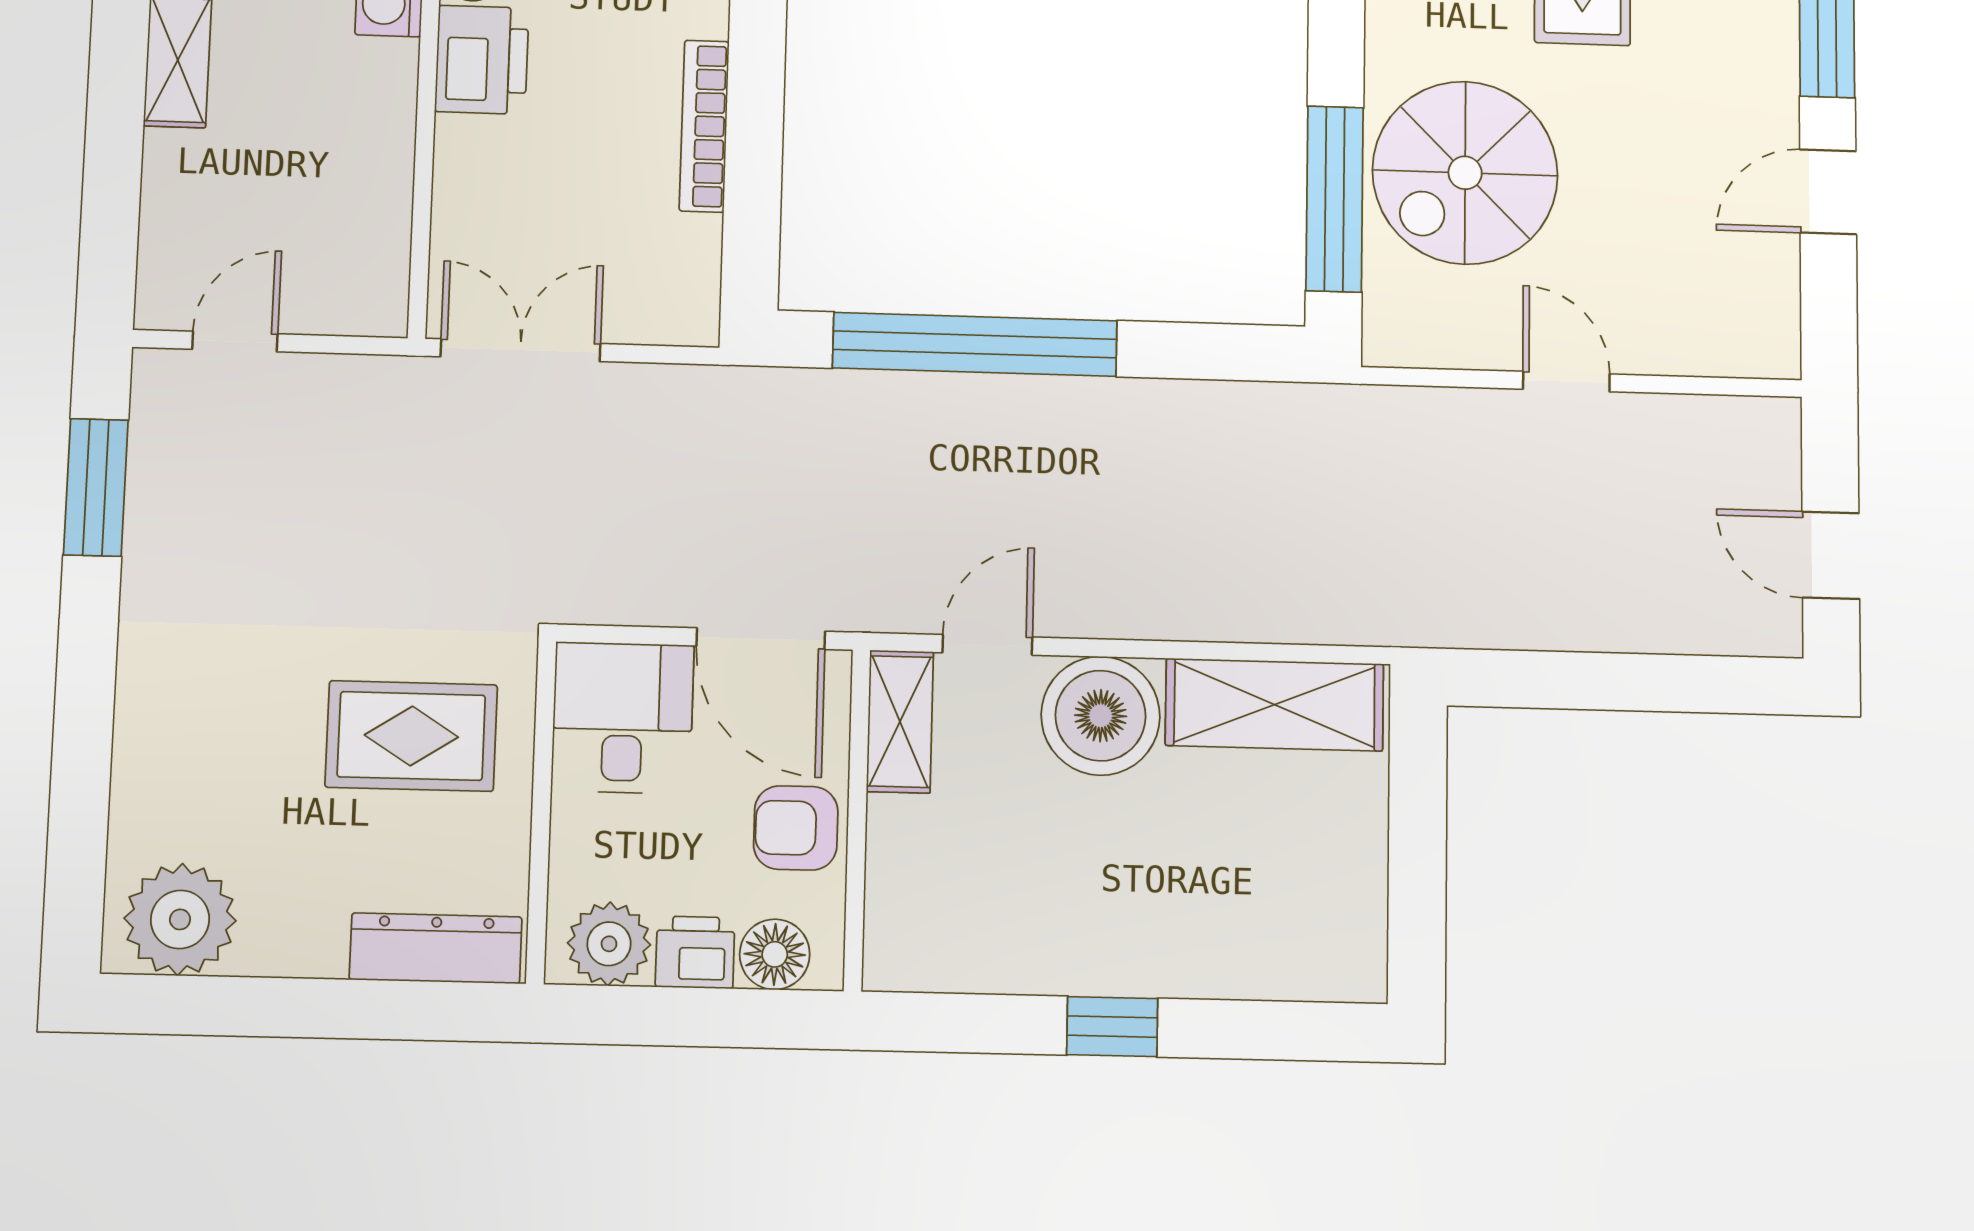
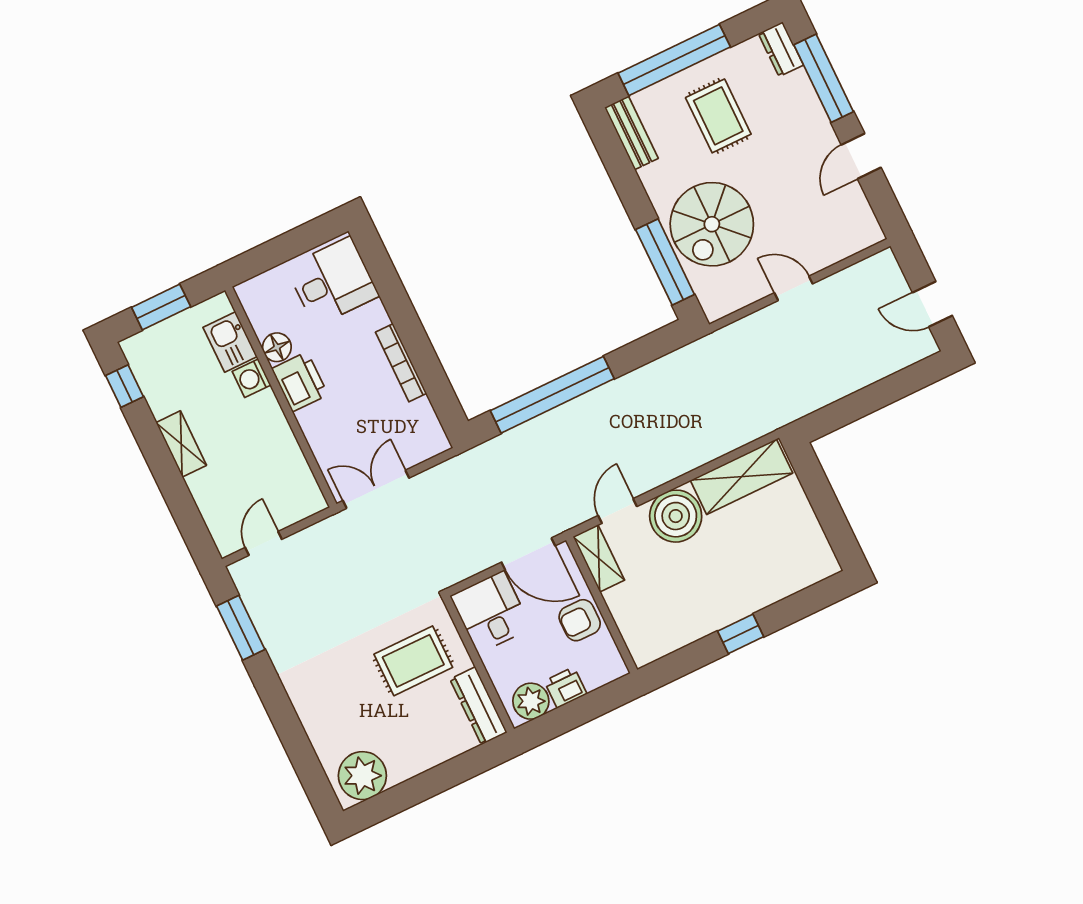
dresser: (436, 948) -> (478, 706), moved, turned -90
floor lamp: (775, 954) -> (597, 673), removed

